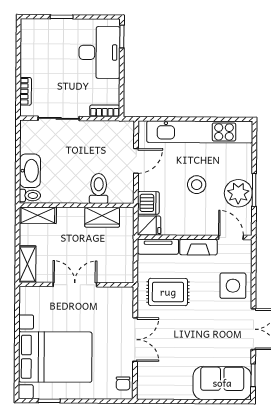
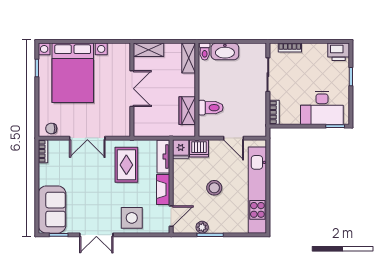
printer: (31, 32) -> (339, 52), added
plant: (238, 193) -> (202, 227), width x0.53, depth x0.53
bookcase: (151, 394) -> (43, 151), added

